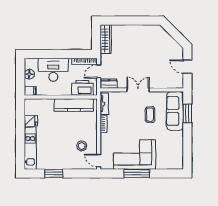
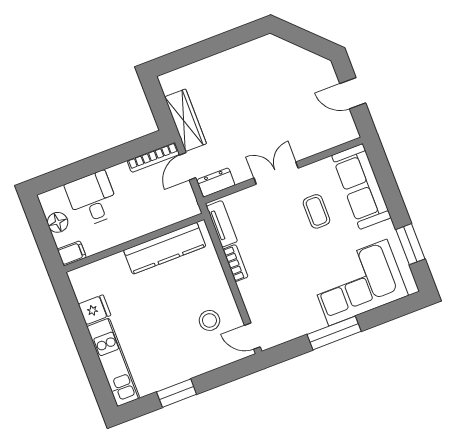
wardrobe: (106, 39) -> (185, 120), moved
desk: (53, 70) -> (92, 199), width x0.73
printer: (83, 88) -> (169, 209), removed
window: (187, 113) -> (410, 244), moved
corner sofa: (135, 154) -> (358, 282), moved

